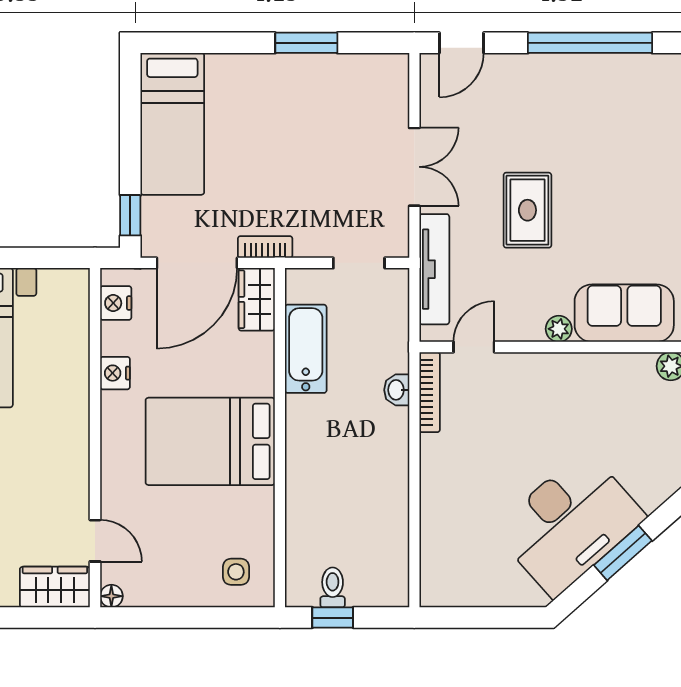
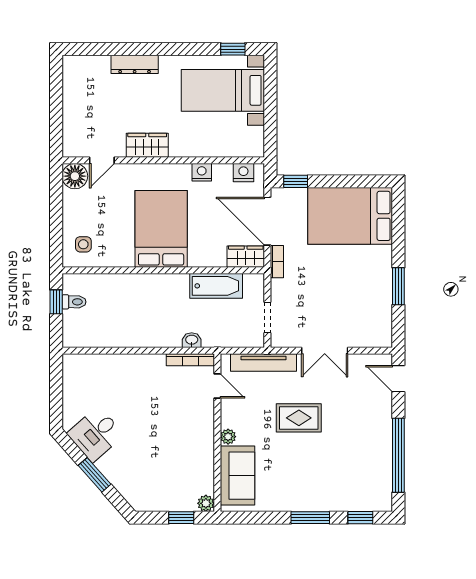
bed: (172, 124) -> (350, 216), width x1.50
desk: (569, 523) -> (96, 434), width x0.53, depth x0.77
wardrobe: (55, 587) -> (147, 145), moved, turned -90
floor lamp: (111, 596) -> (75, 176), width x1.89, depth x1.89

